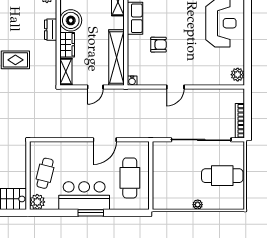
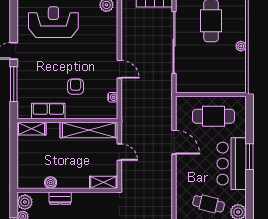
boiler: (71, 20) -> (51, 183), width x0.54, depth x0.54
wardrobe: (67, 45) -> (76, 181), removed
water cooler: (132, 81) -> (113, 97), moved

